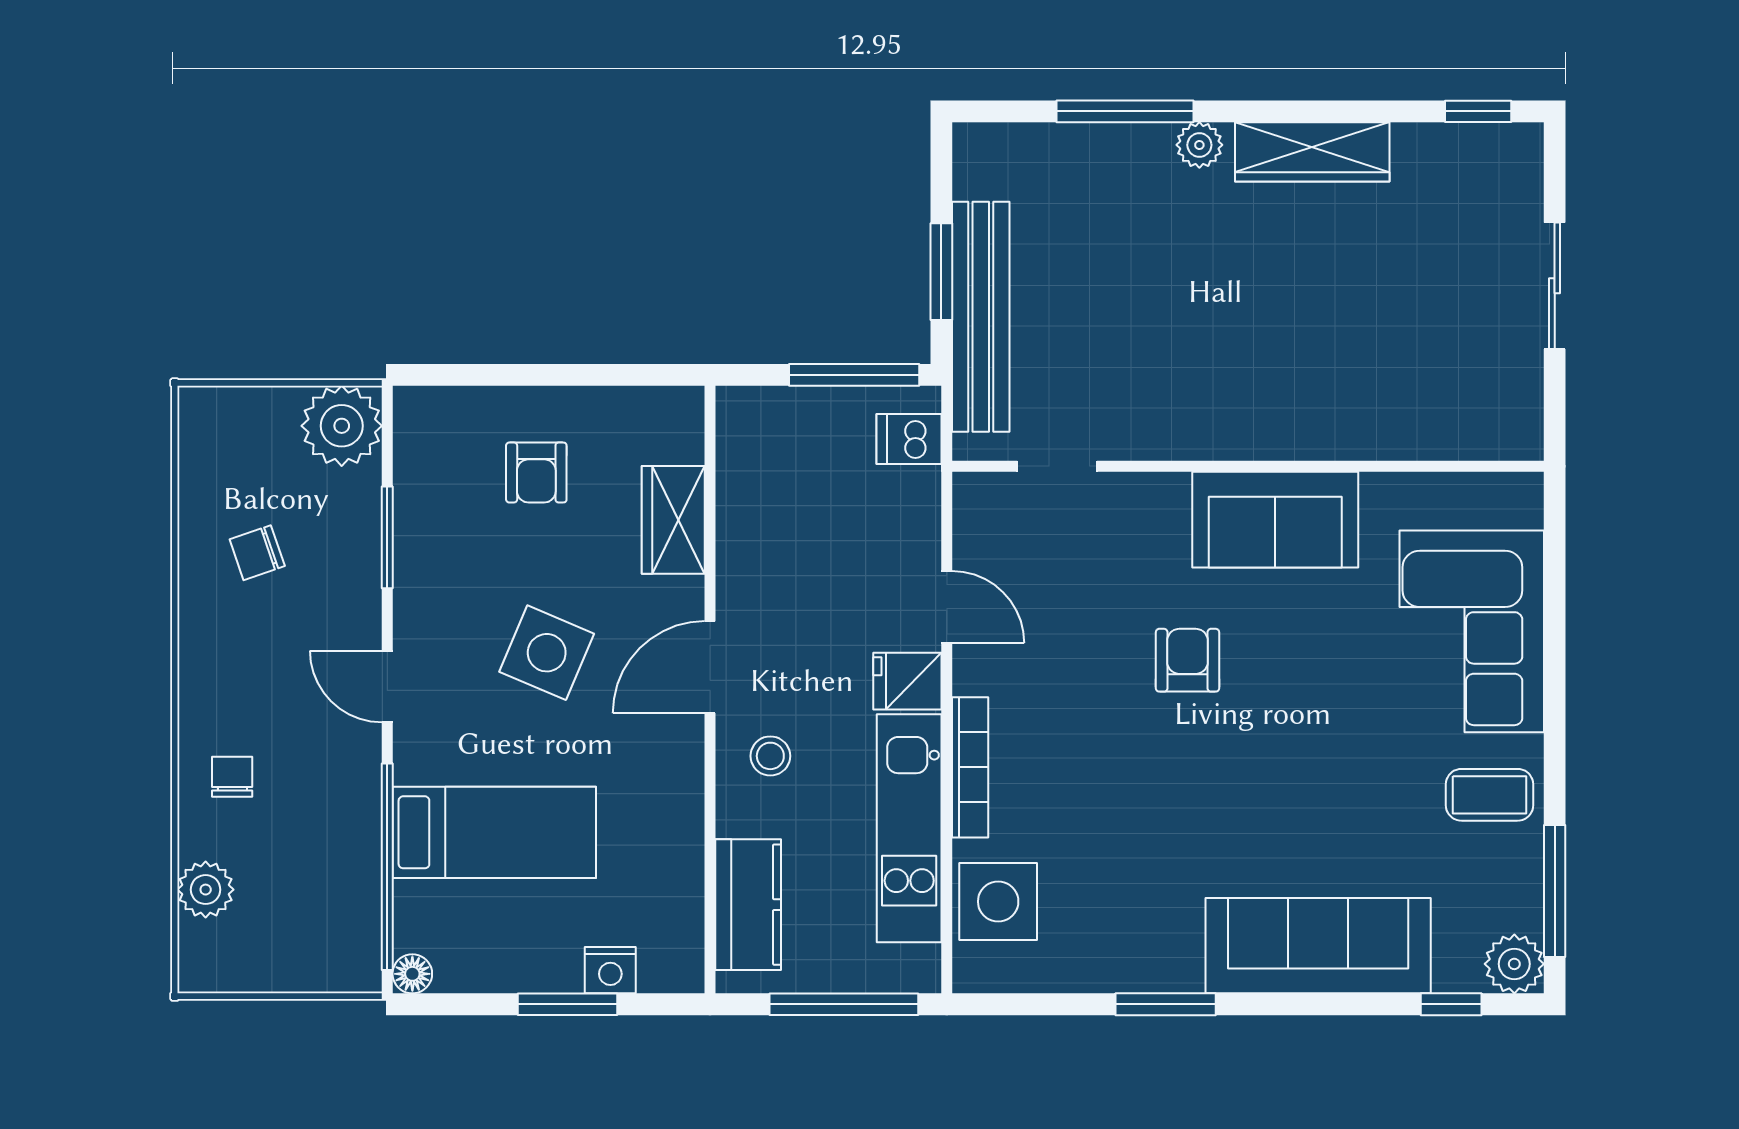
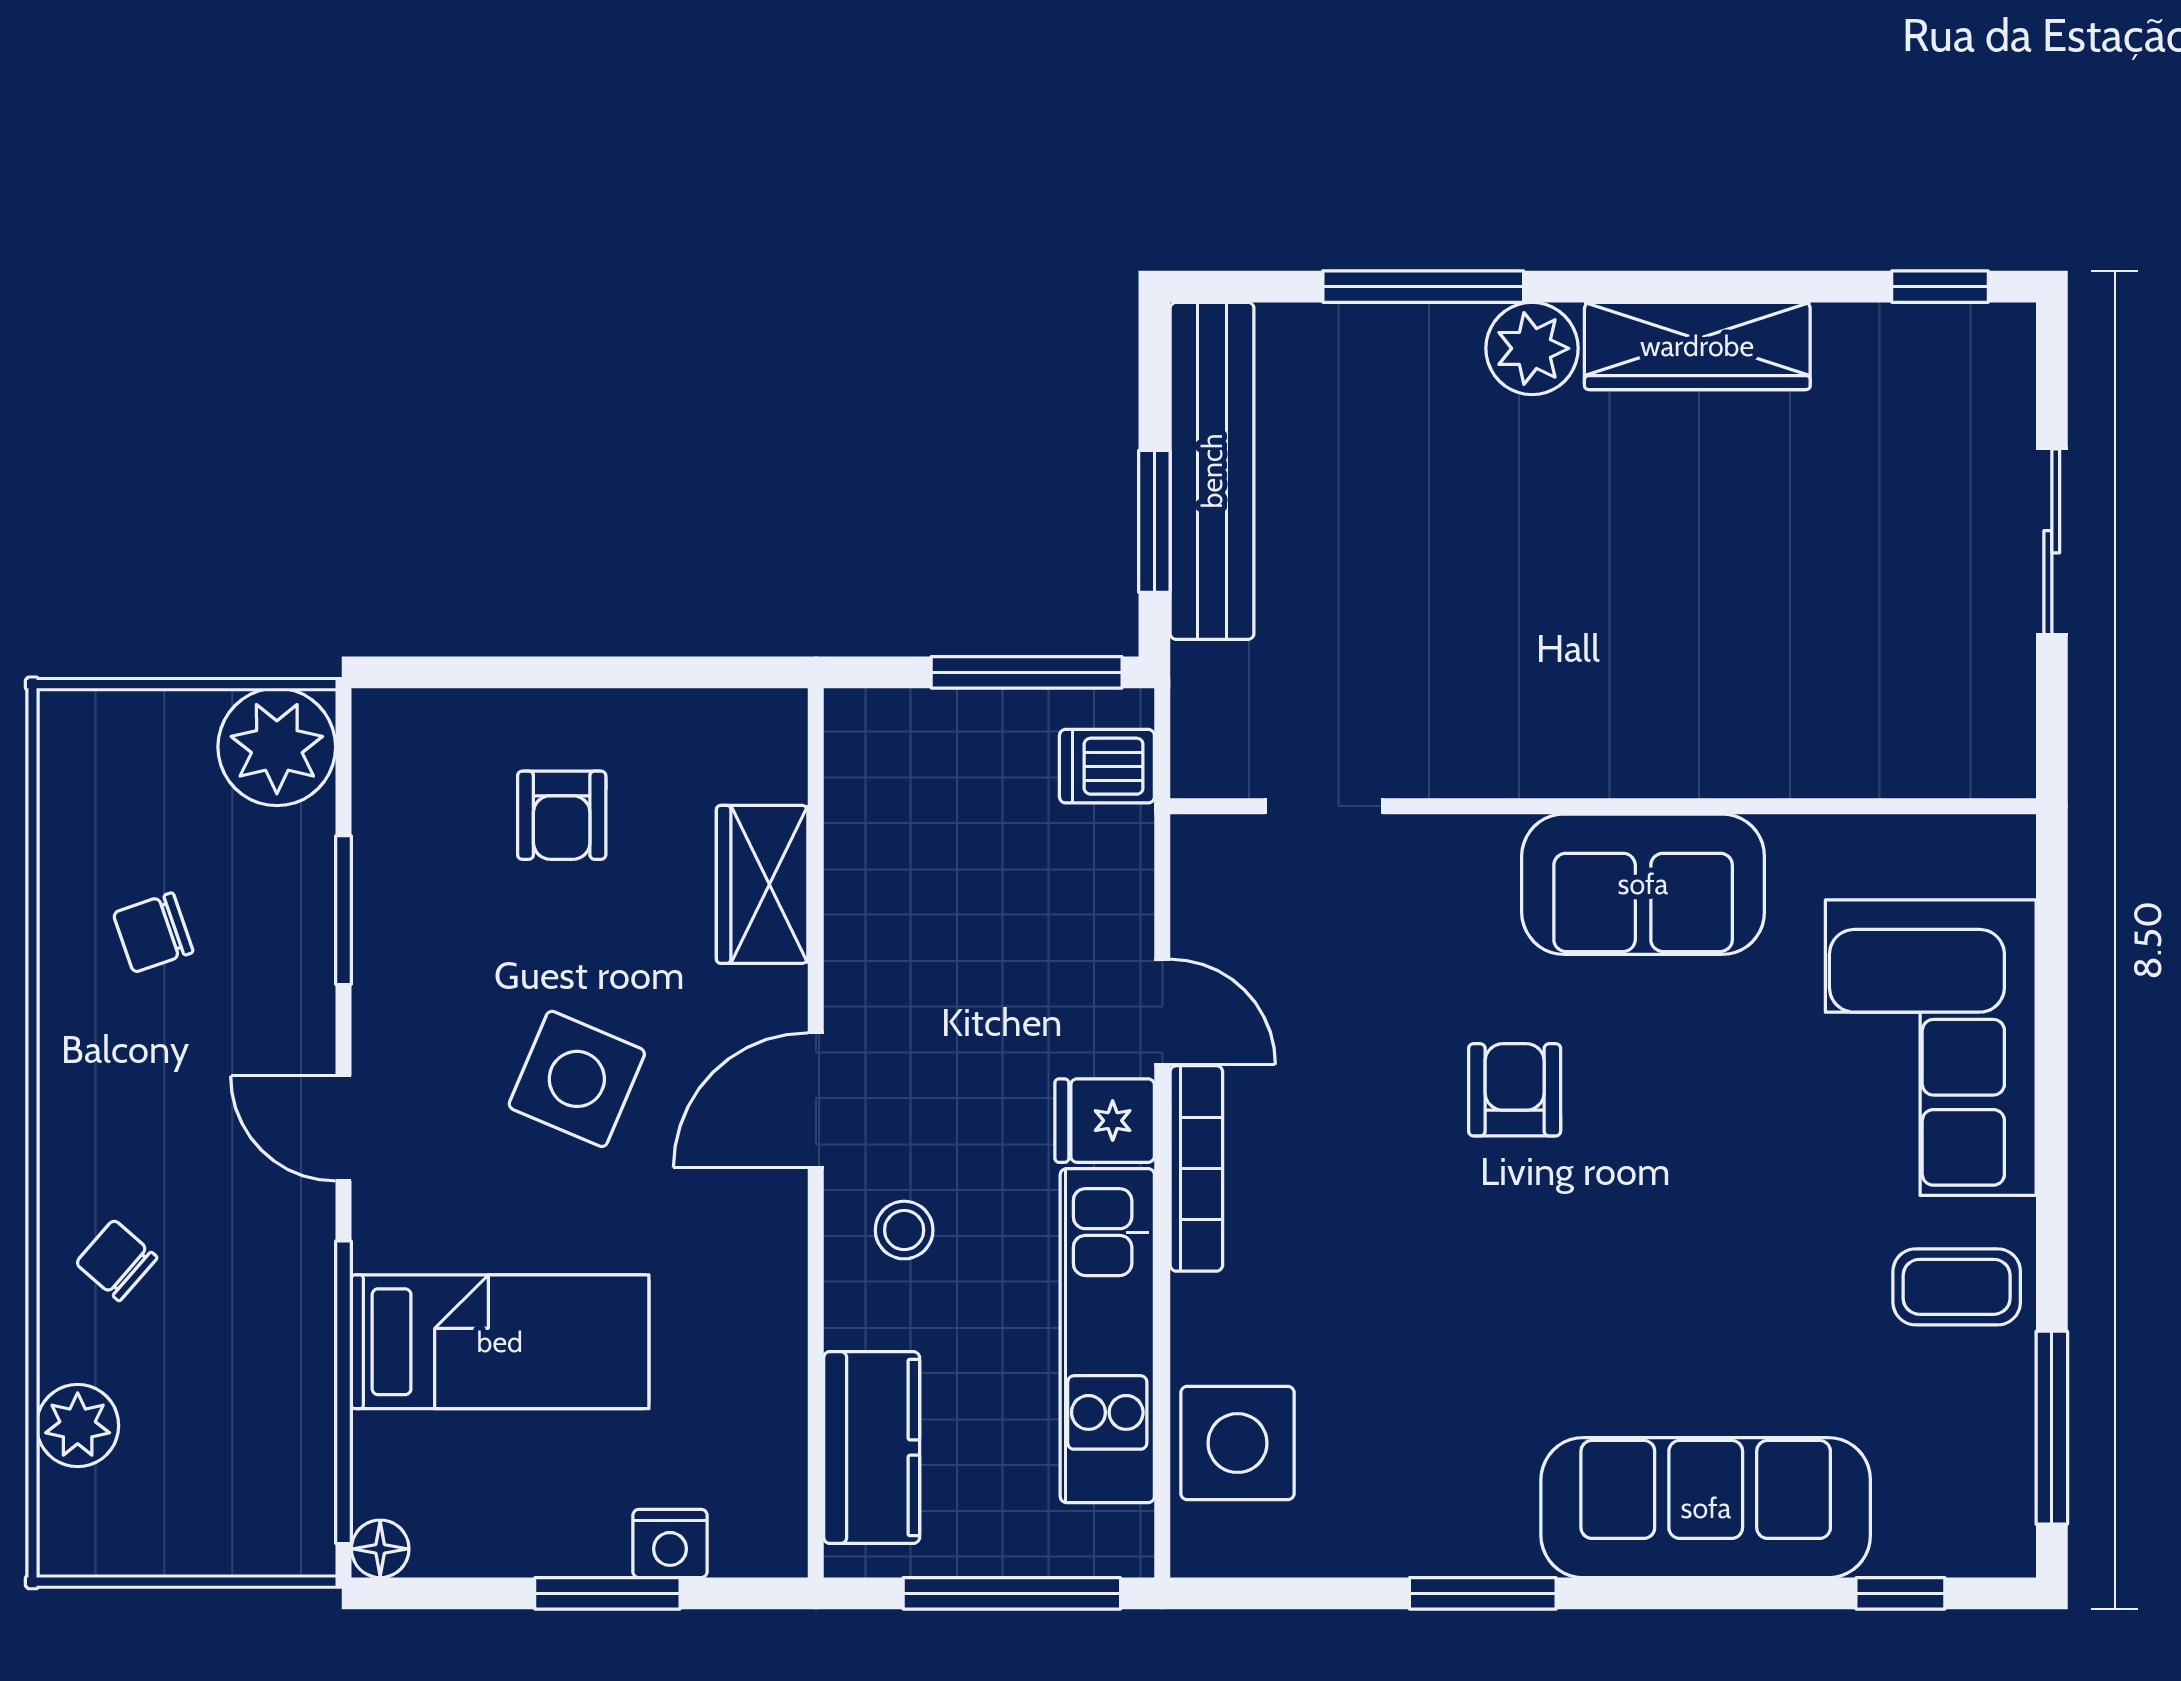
plant: (1199, 145) -> (1532, 348), width x1.38, depth x1.38
bench: (981, 317) -> (1212, 471), moved
bookcase: (970, 767) -> (1196, 1168), moved
chair: (232, 777) -> (116, 1260), turned -49
plant: (1514, 964) -> (1993, 1534), removed

